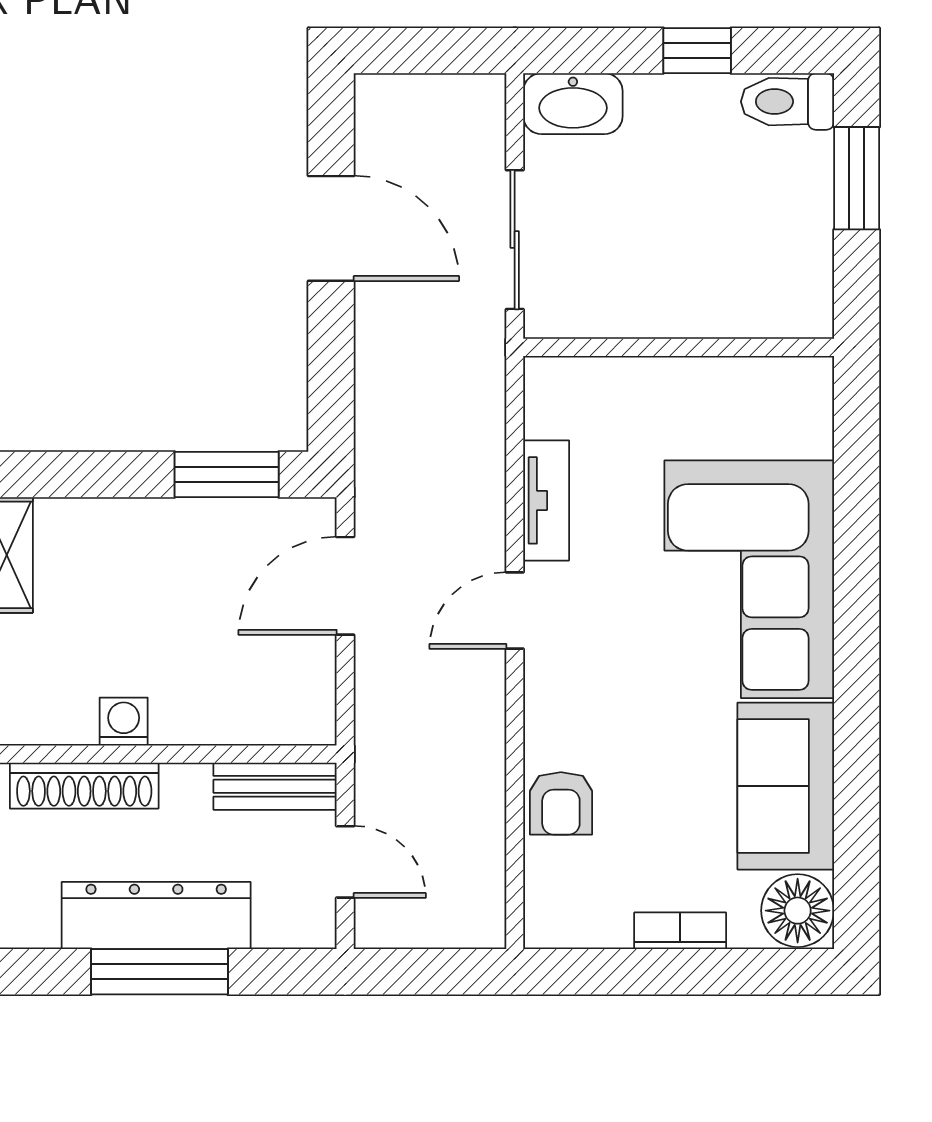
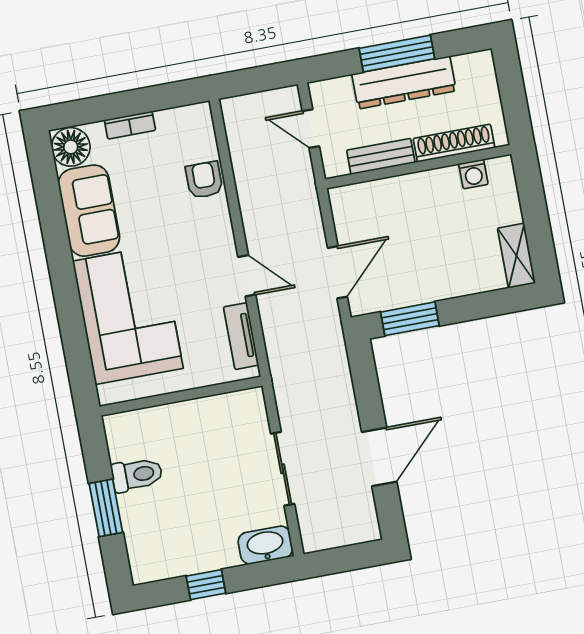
toilet: (787, 102) -> (137, 475), moved
window: (857, 178) -> (106, 508), moved
door: (331, 228) -> (379, 457), swing flipped
wall: (679, 347) -> (181, 396), moved
door: (515, 611) -> (247, 276), hinge flipped
washing machine: (124, 722) -> (473, 174), moved
bench: (275, 786) -> (381, 156), moved

